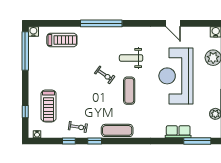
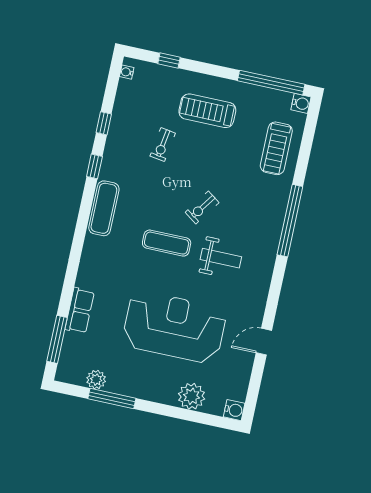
weight bench: (131, 58) -> (221, 258), turned 90
treadmill: (49, 106) -> (207, 111), moved
exercise bike: (78, 127) -> (163, 145), moved

